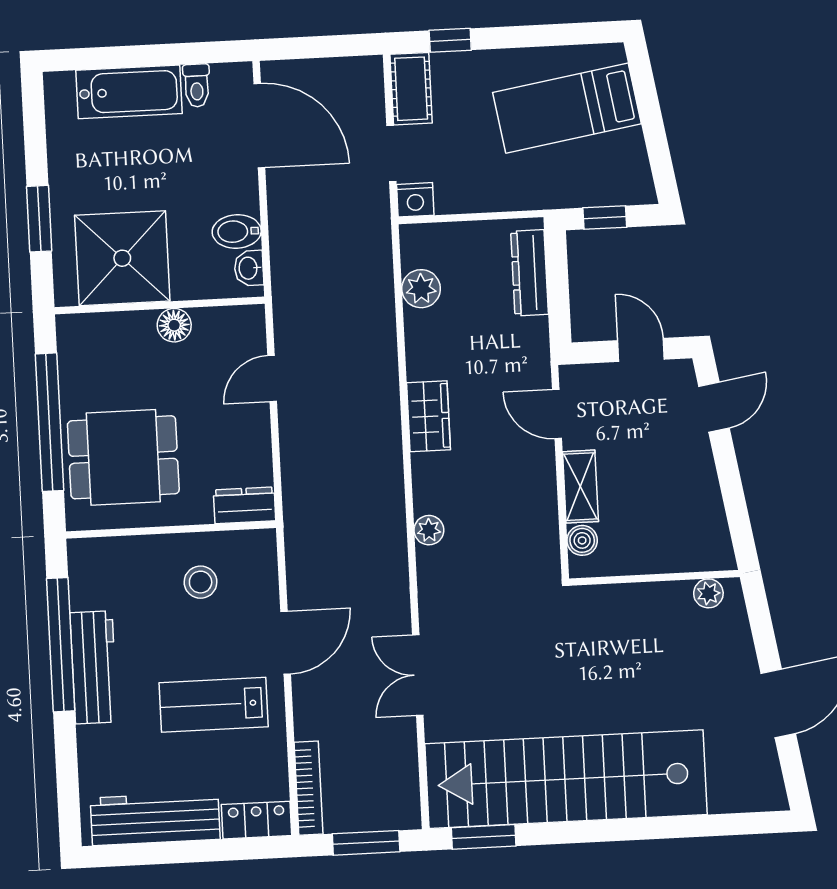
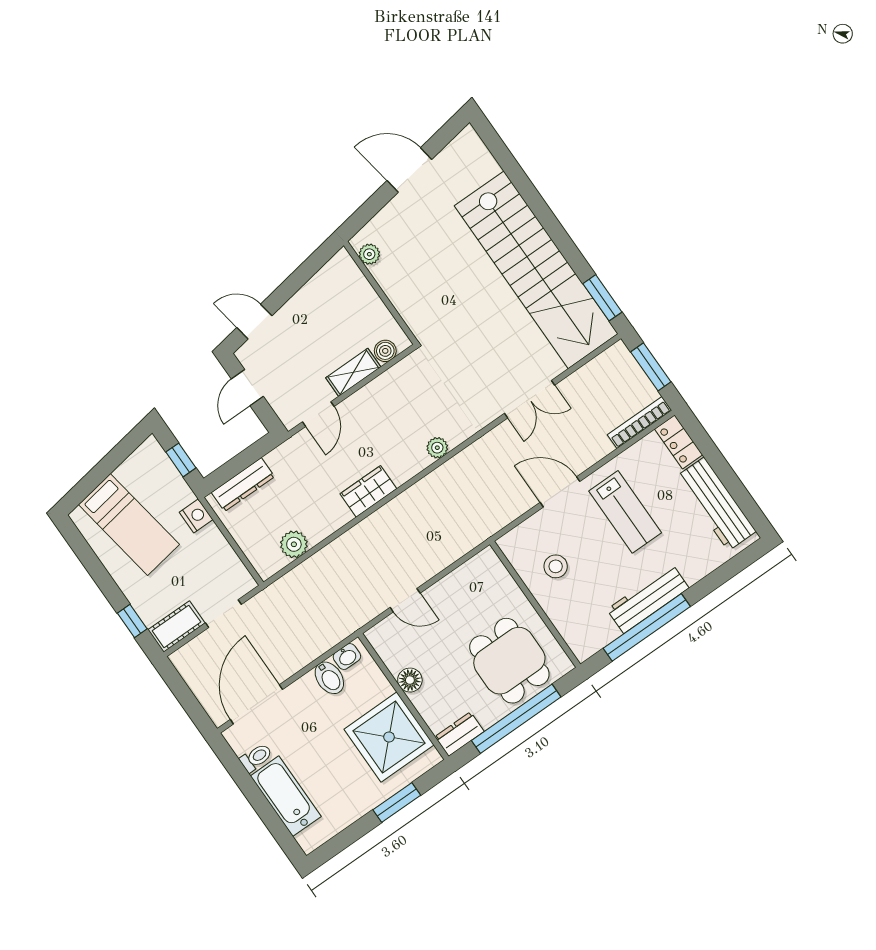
nightstand: (415, 200) -> (196, 516), moved
dresser: (245, 505) -> (459, 734), moved, turned 90

